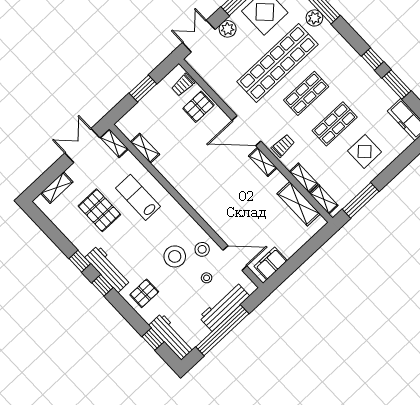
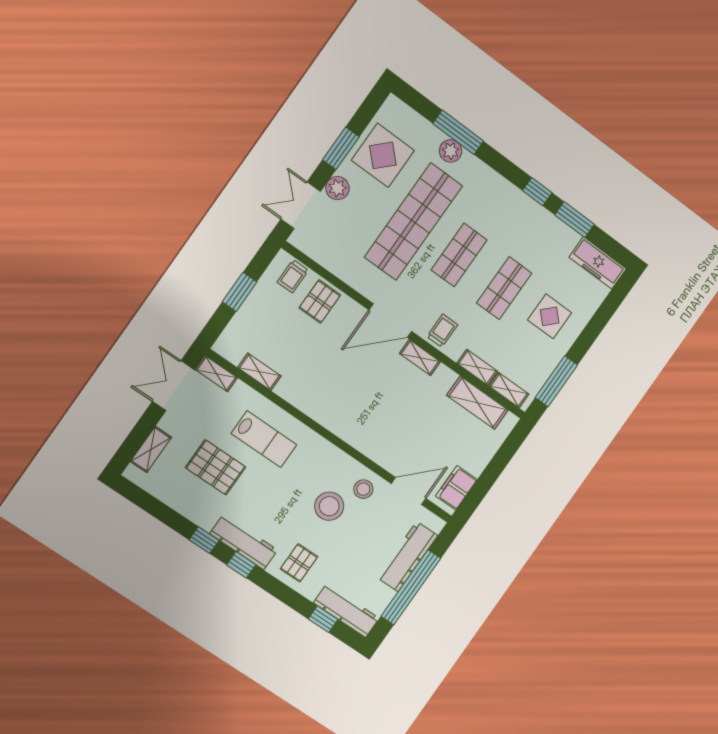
lab bench: (138, 197) -> (264, 439), turned 180
stool: (207, 278) -> (377, 525), removed

